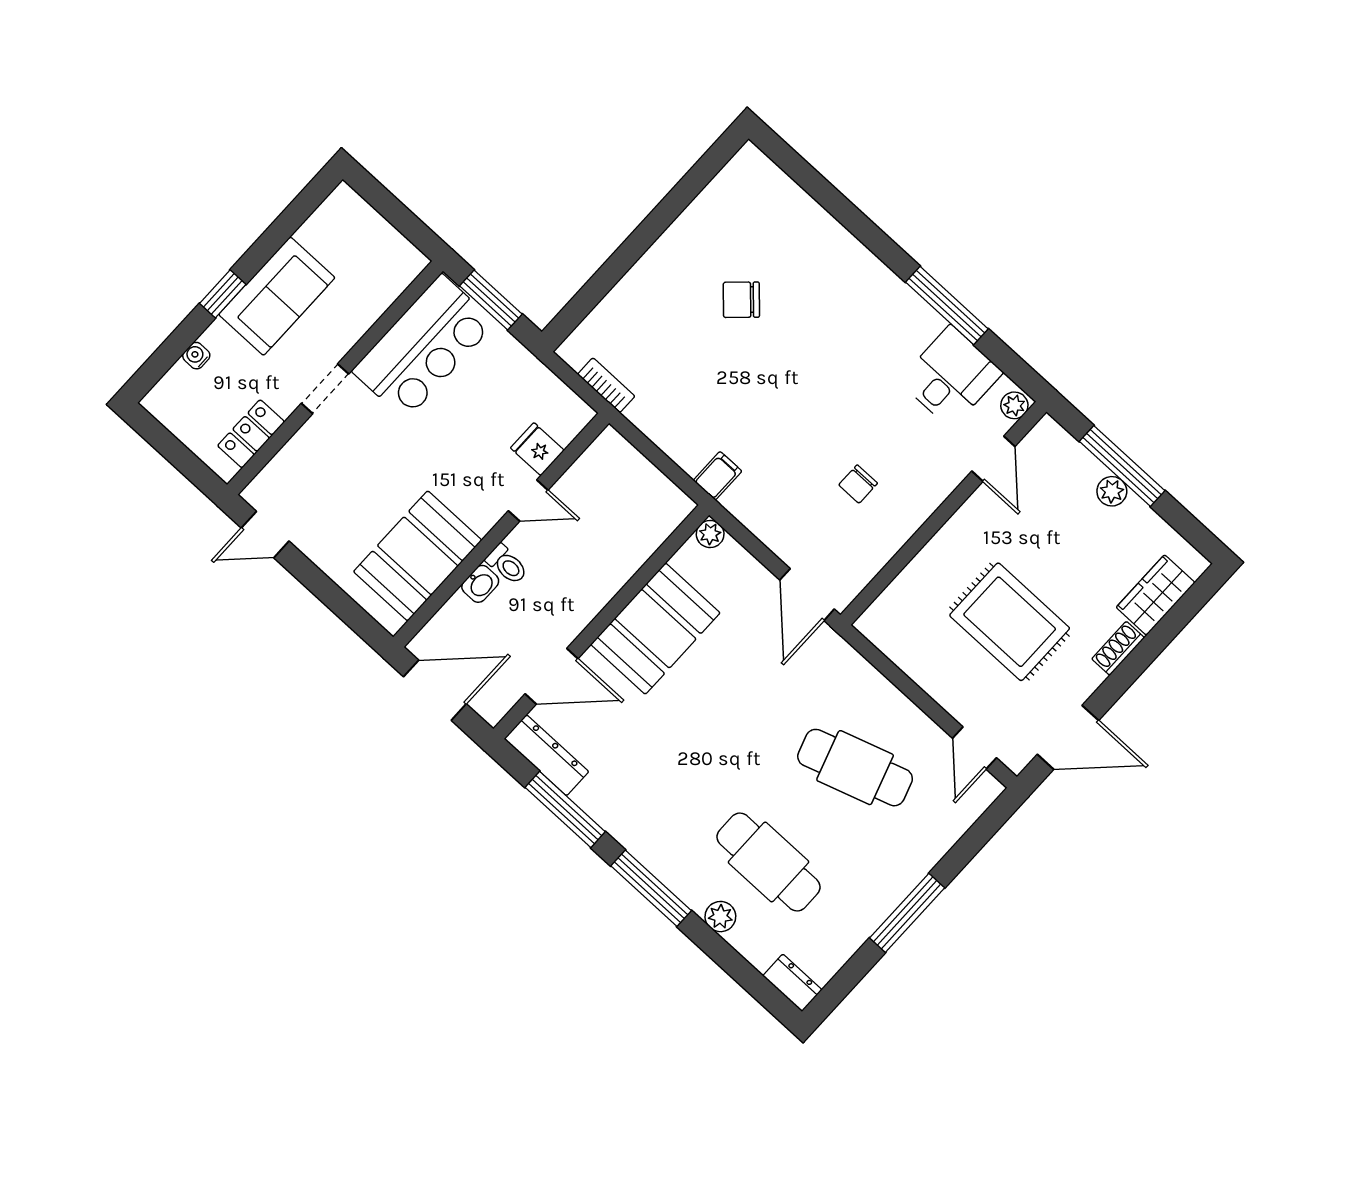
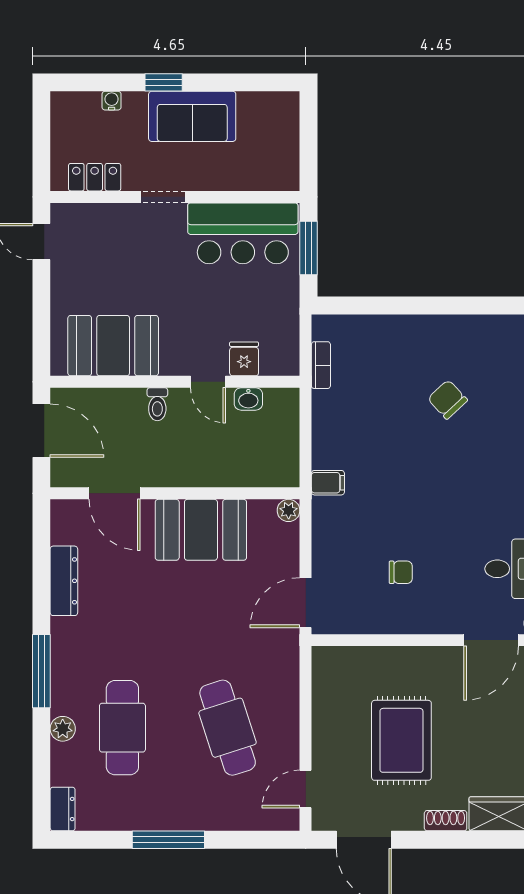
door: (993, 459) -> (491, 640), width x1.38
chair: (858, 484) -> (401, 572), turned 180
washbasin: (480, 584) -> (248, 399), moved
dresser: (546, 755) -> (64, 581), moved
window: (565, 809) -> (41, 575), removed

